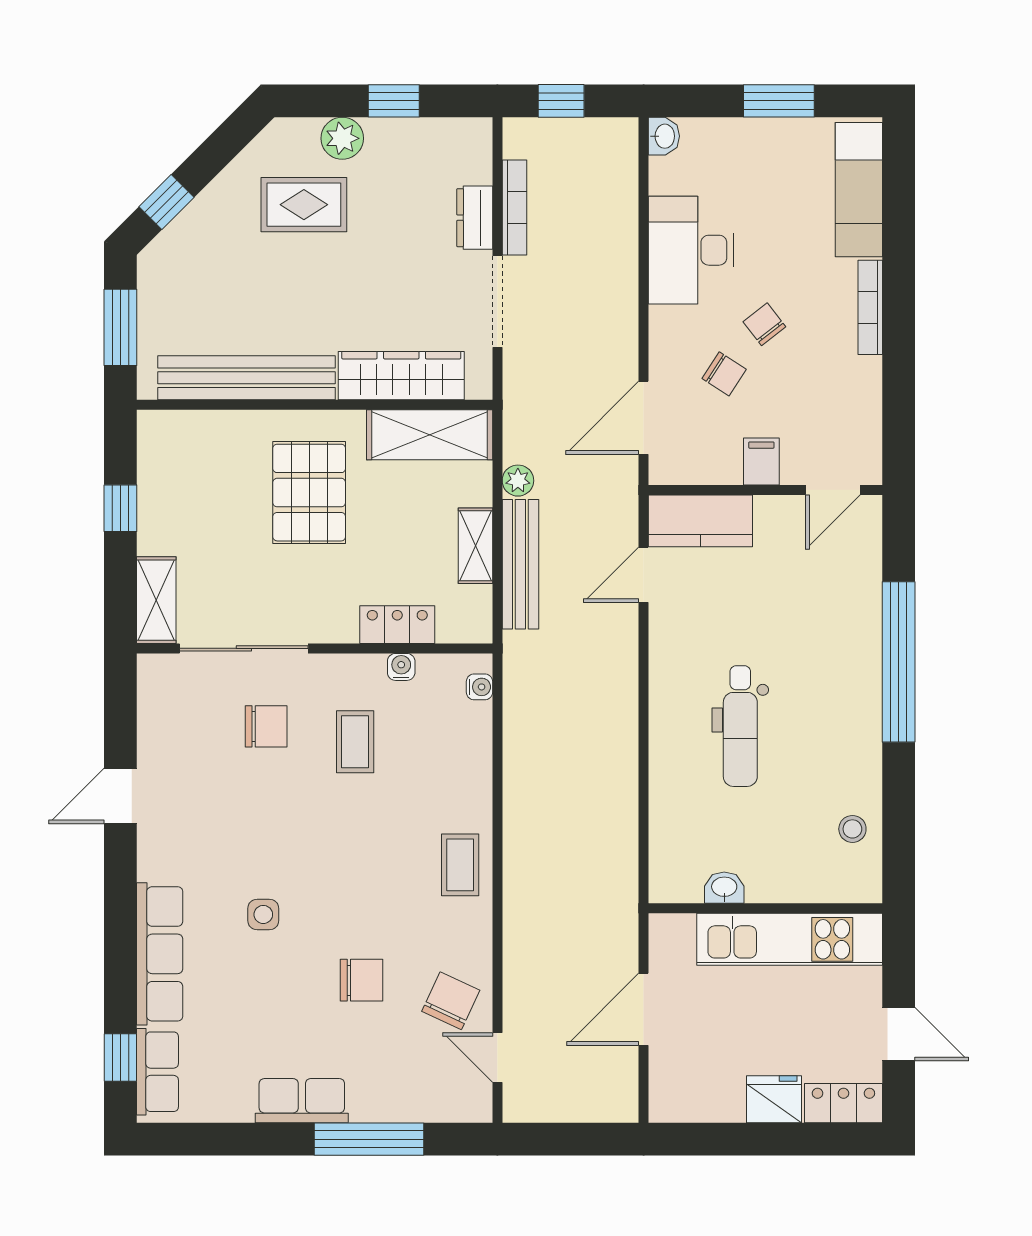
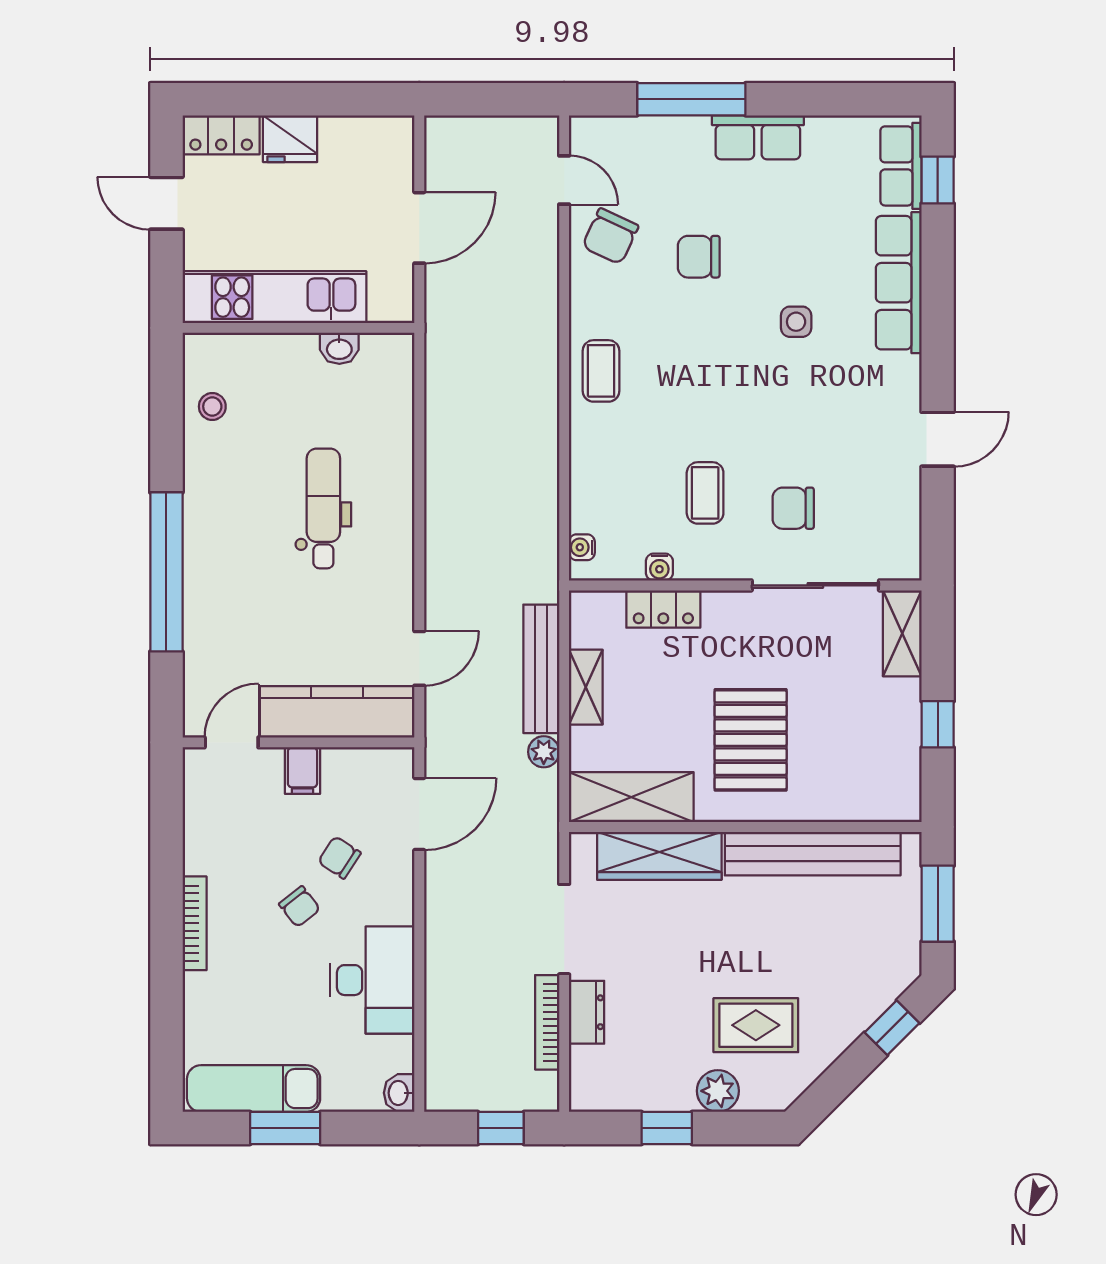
exam couch: (859, 190) -> (254, 1089), moved, turned -90
kitchen counter: (700, 521) -> (337, 712), width x1.50

